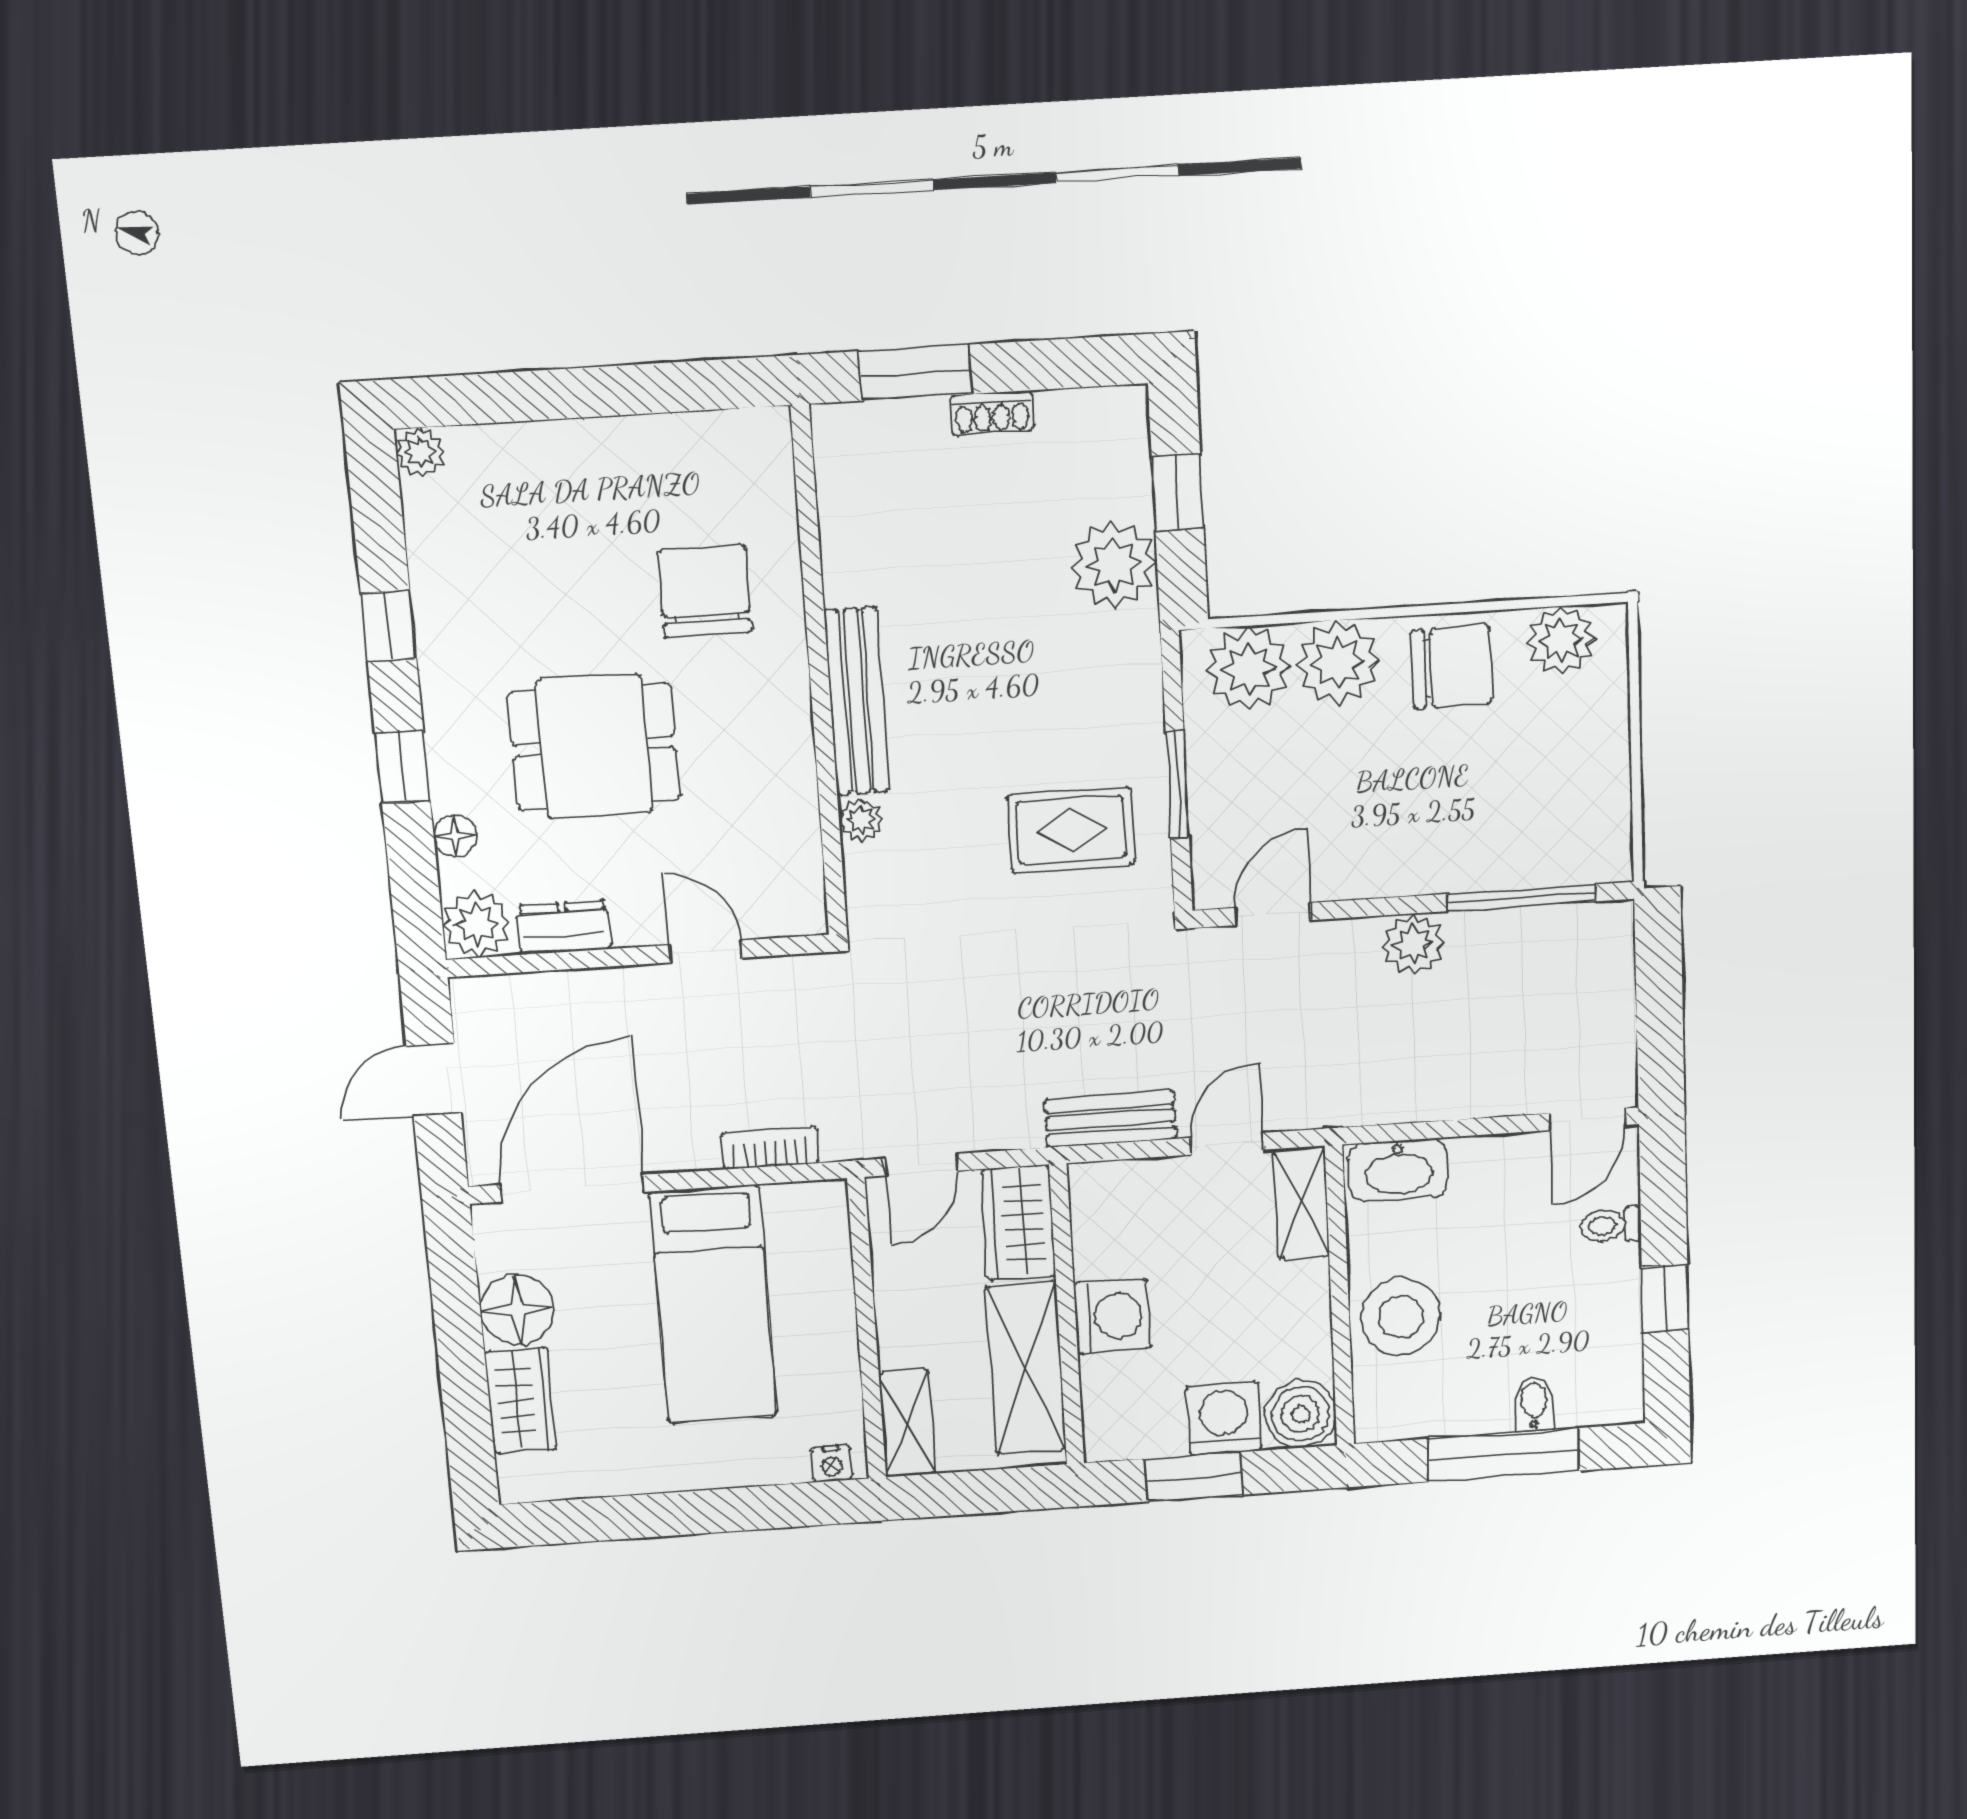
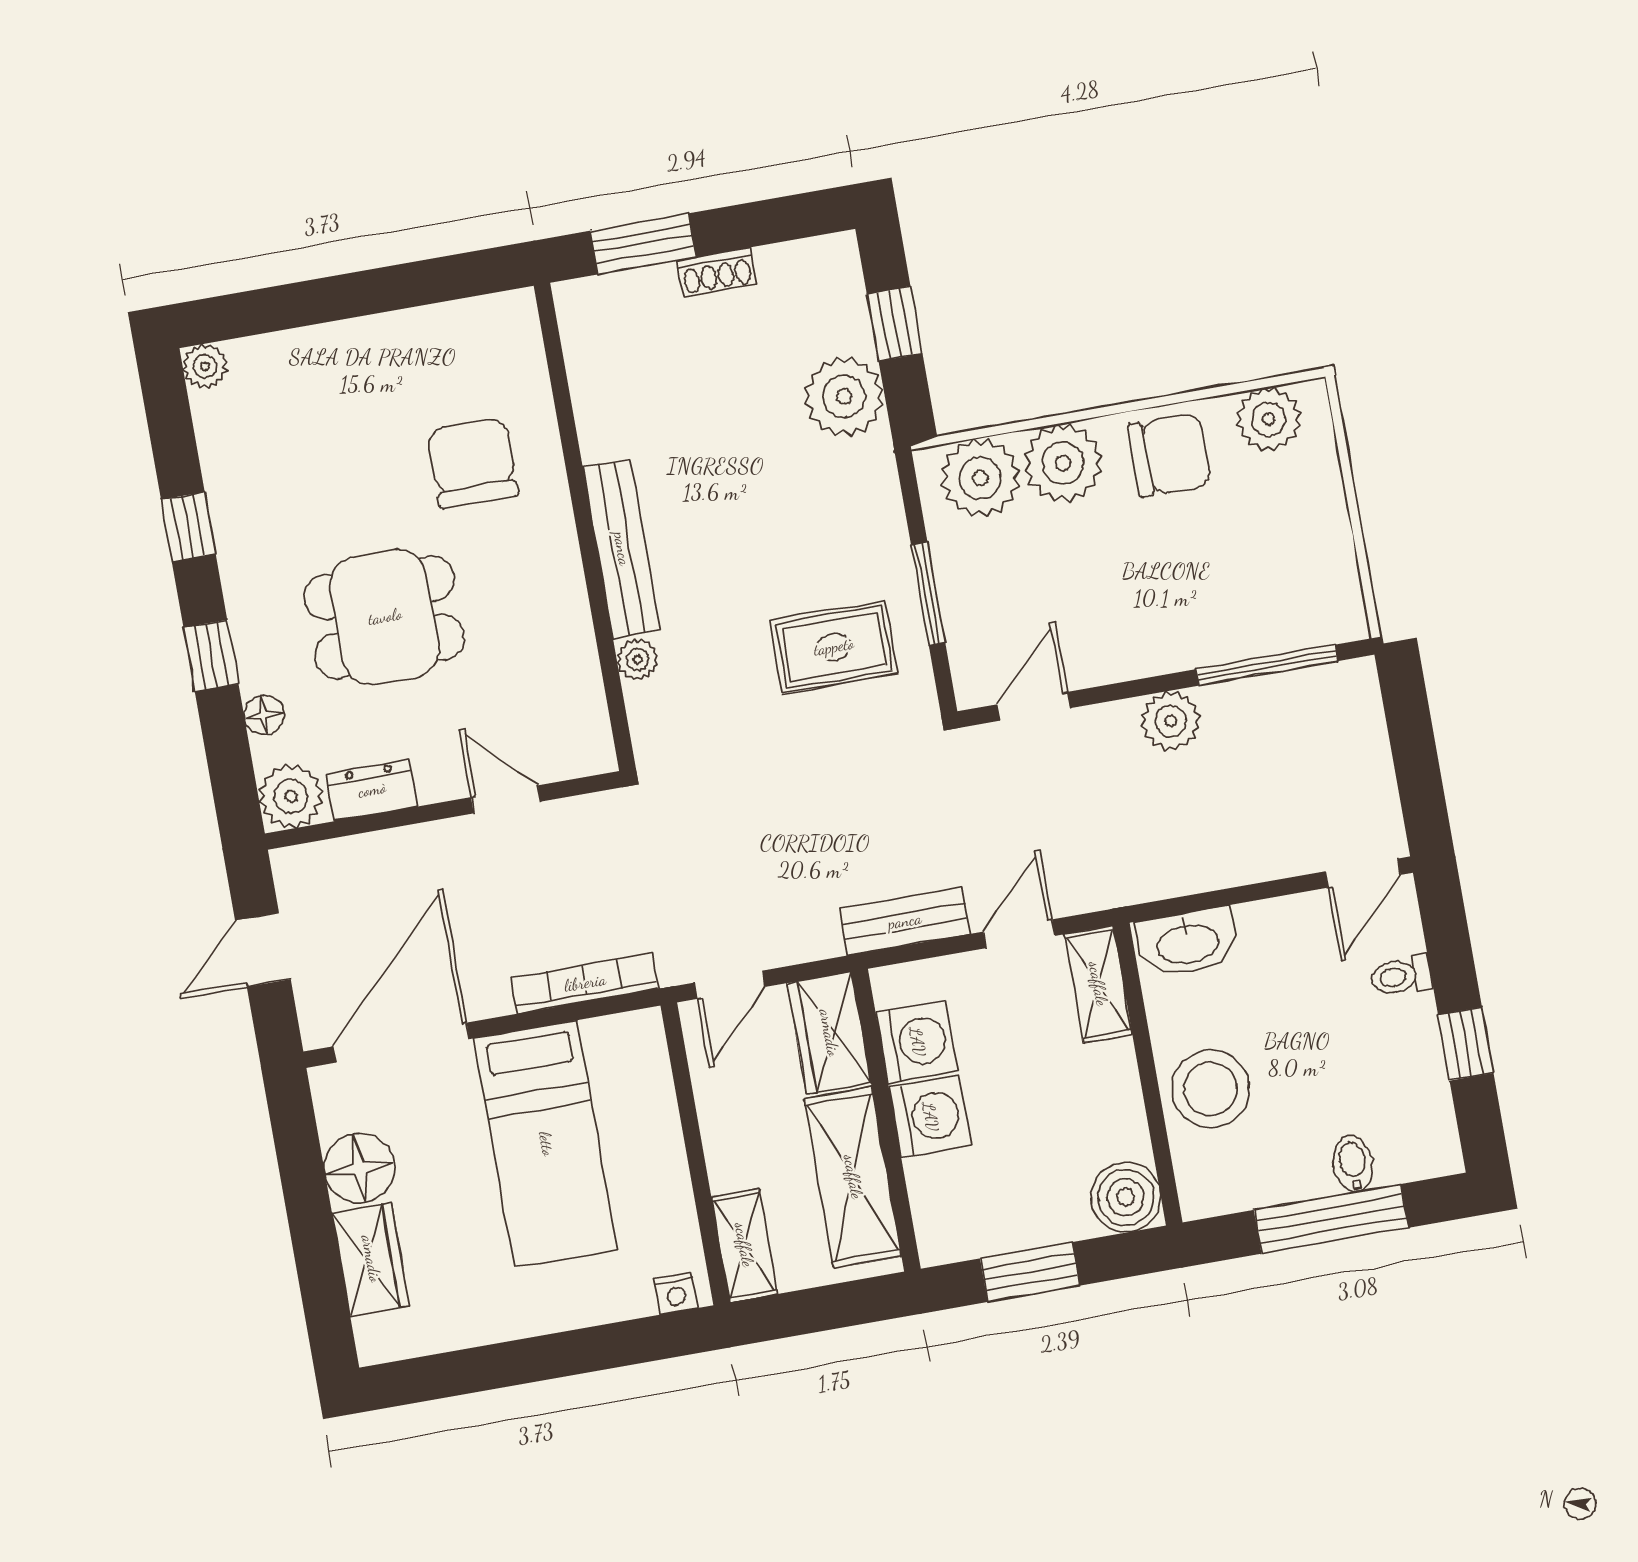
bookcase: (770, 1148) -> (585, 983), width x1.56
washing machine: (1224, 1419) -> (917, 1042), moved, turned 90

